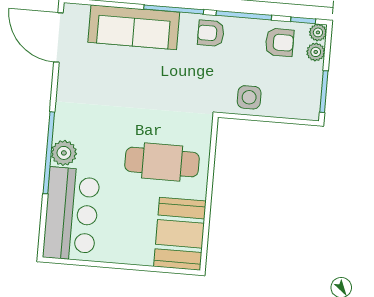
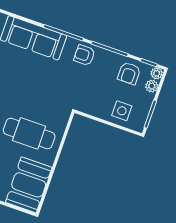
armchair: (280, 42) -> (129, 73), turned 90
side table: (249, 97) -> (122, 111), moved

